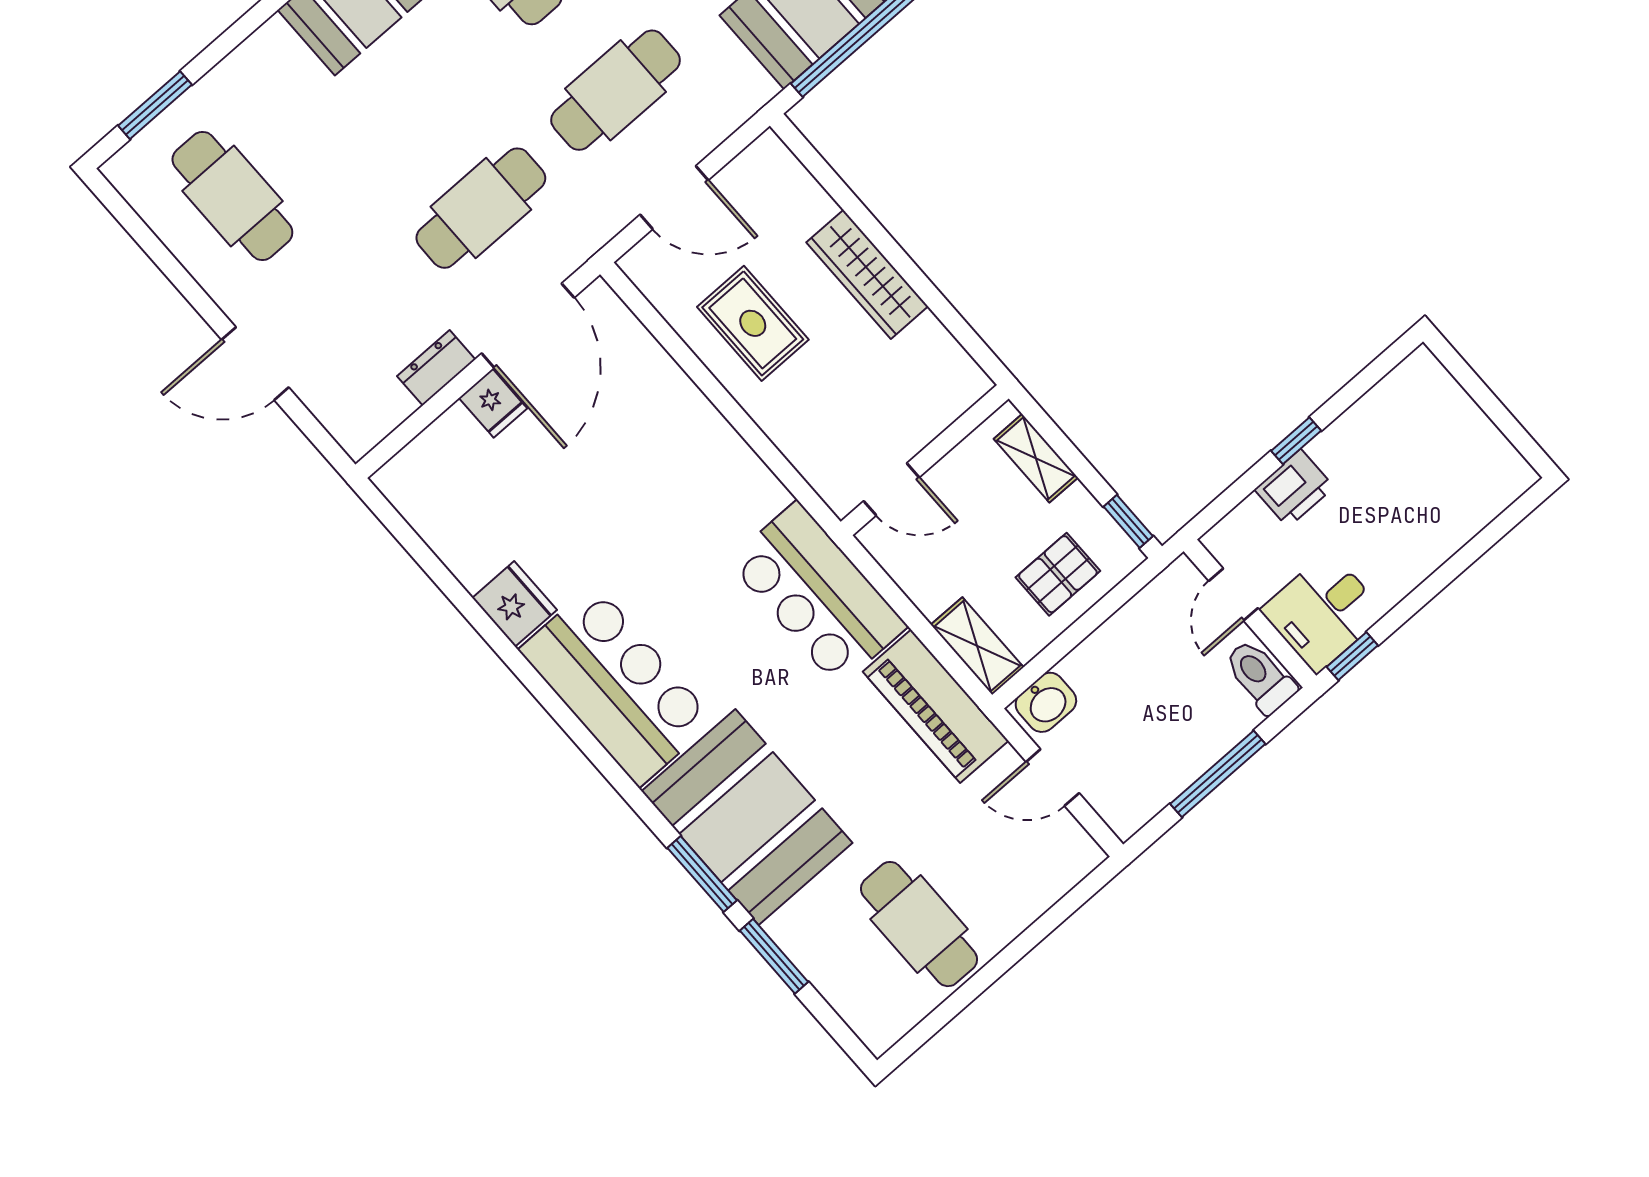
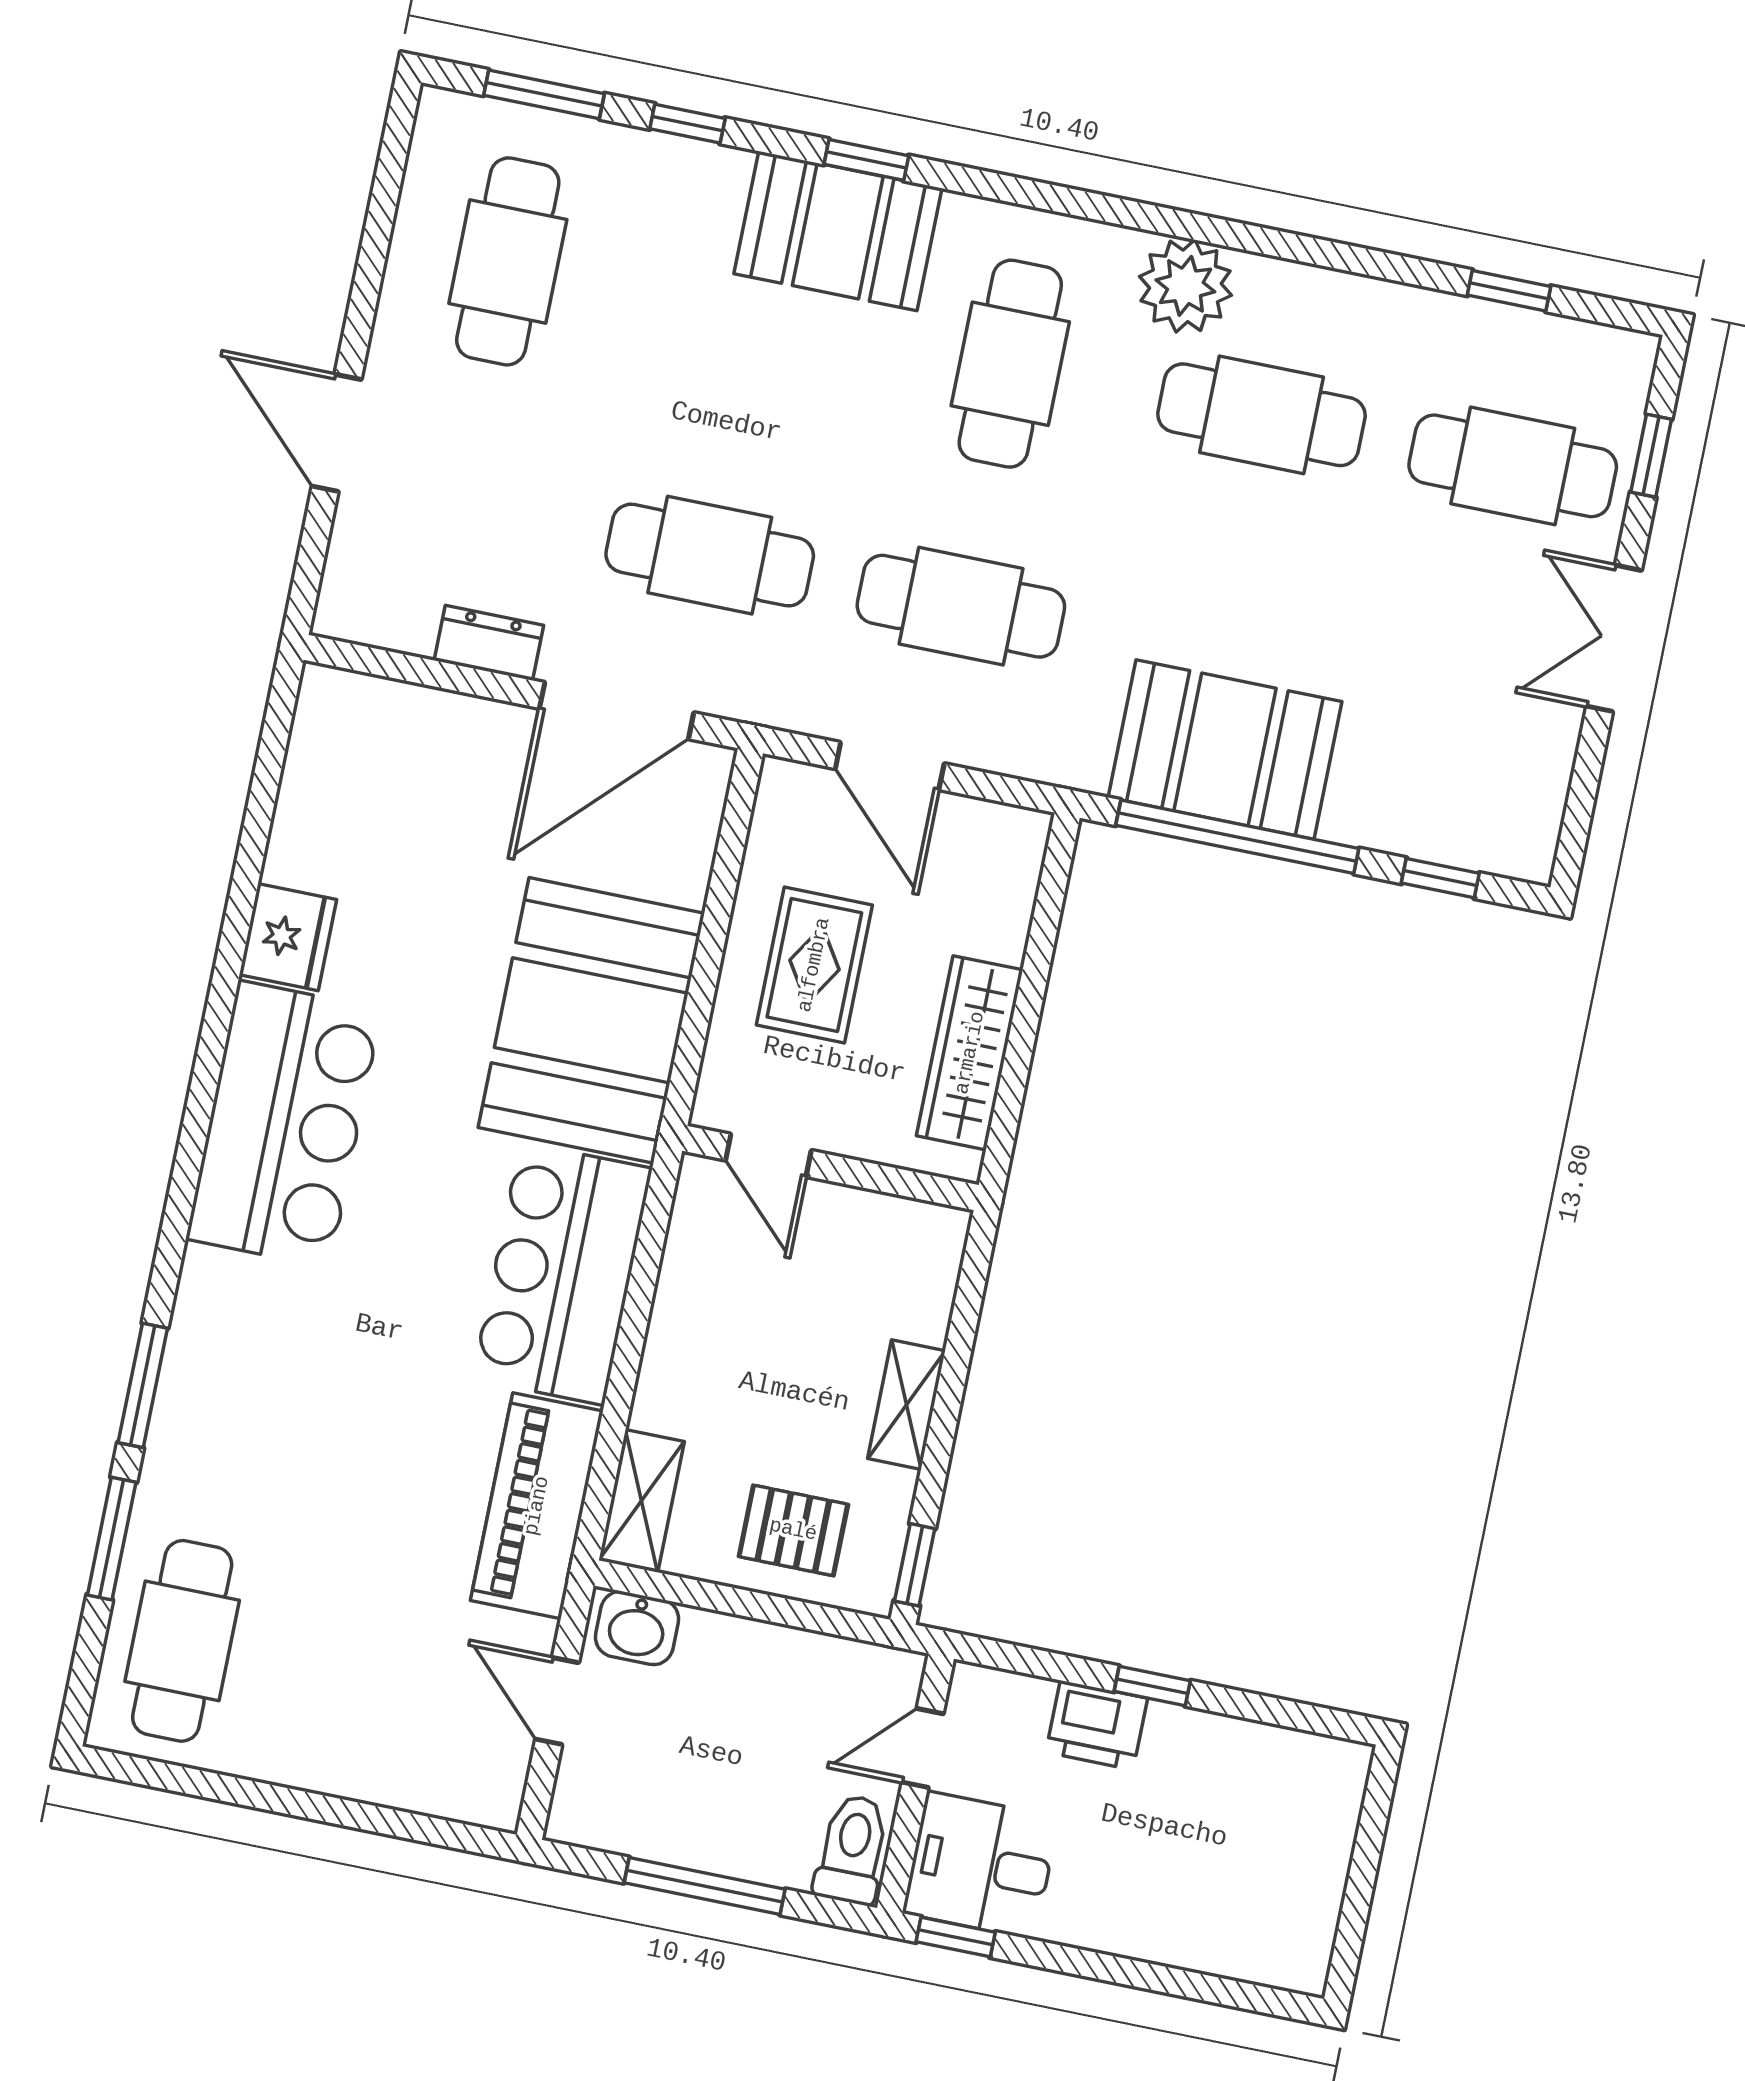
window: (232, 38) -> (687, 124), added
fridge: (493, 403) -> (498, 738), removed
wall: (925, 460) -> (830, 1168), moved
door: (891, 489) -> (768, 1155), moved
booth: (747, 817) -> (591, 1020), moved
cafe table: (919, 924) -> (182, 1641), moved

